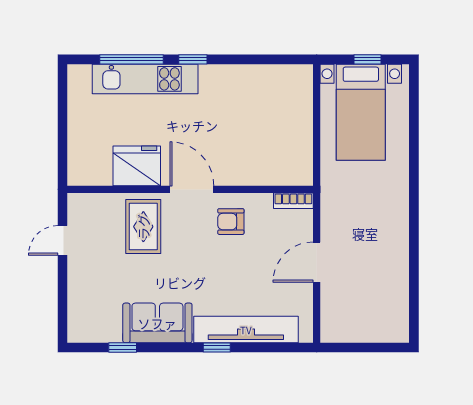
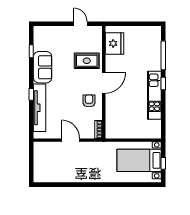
kitchen unit: (145, 79) -> (154, 95), moved
fridge: (137, 166) -> (115, 43), moved

